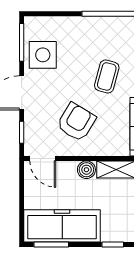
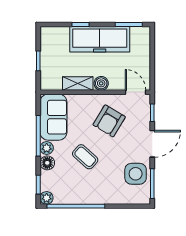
coffee table: (107, 76) -> (85, 157), turned -63
freezer: (62, 226) -> (100, 39), moved

